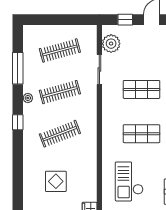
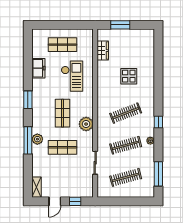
plant: (111, 44) -> (86, 124), moved
window: (18, 68) -> (158, 174), moved
shop shelf: (141, 134) -> (63, 113), turned 90

